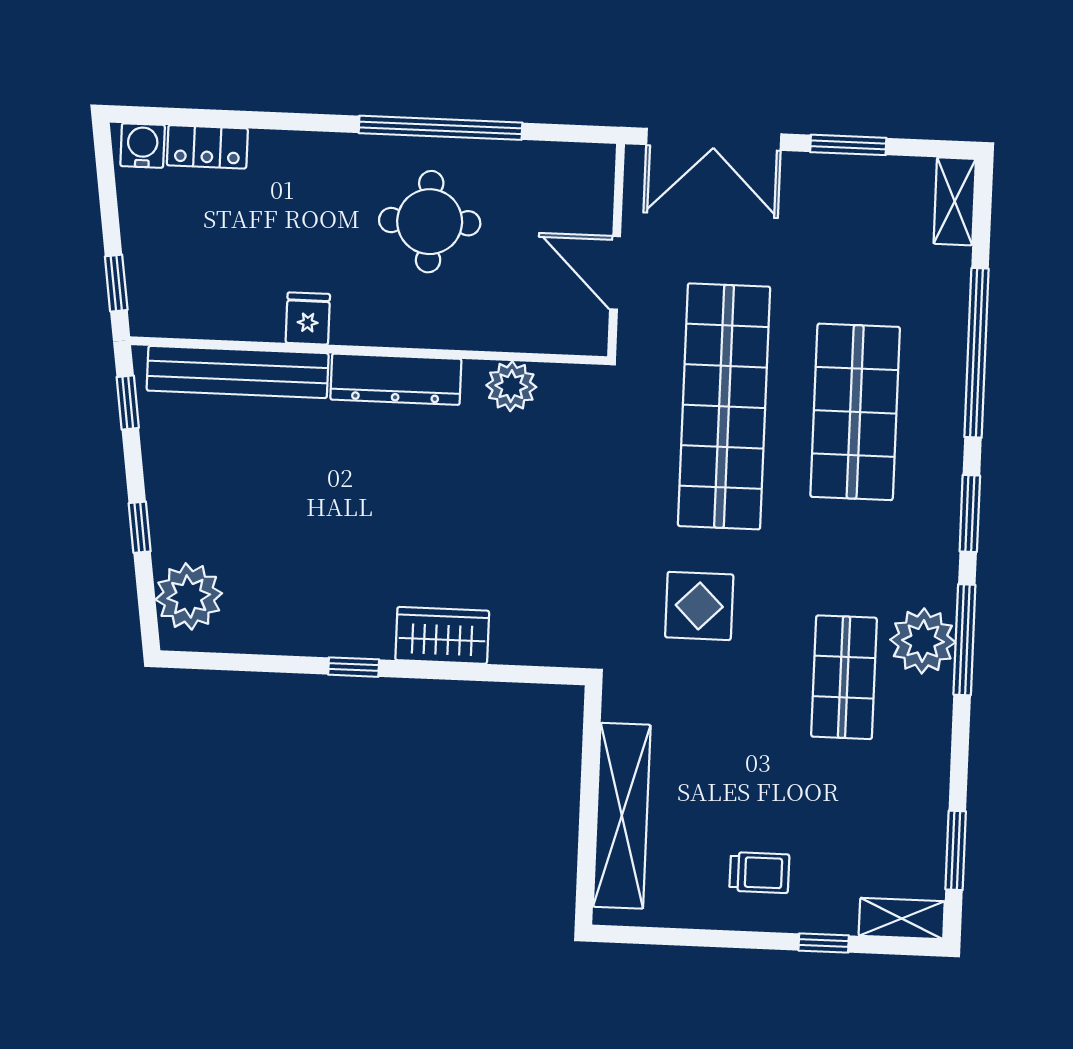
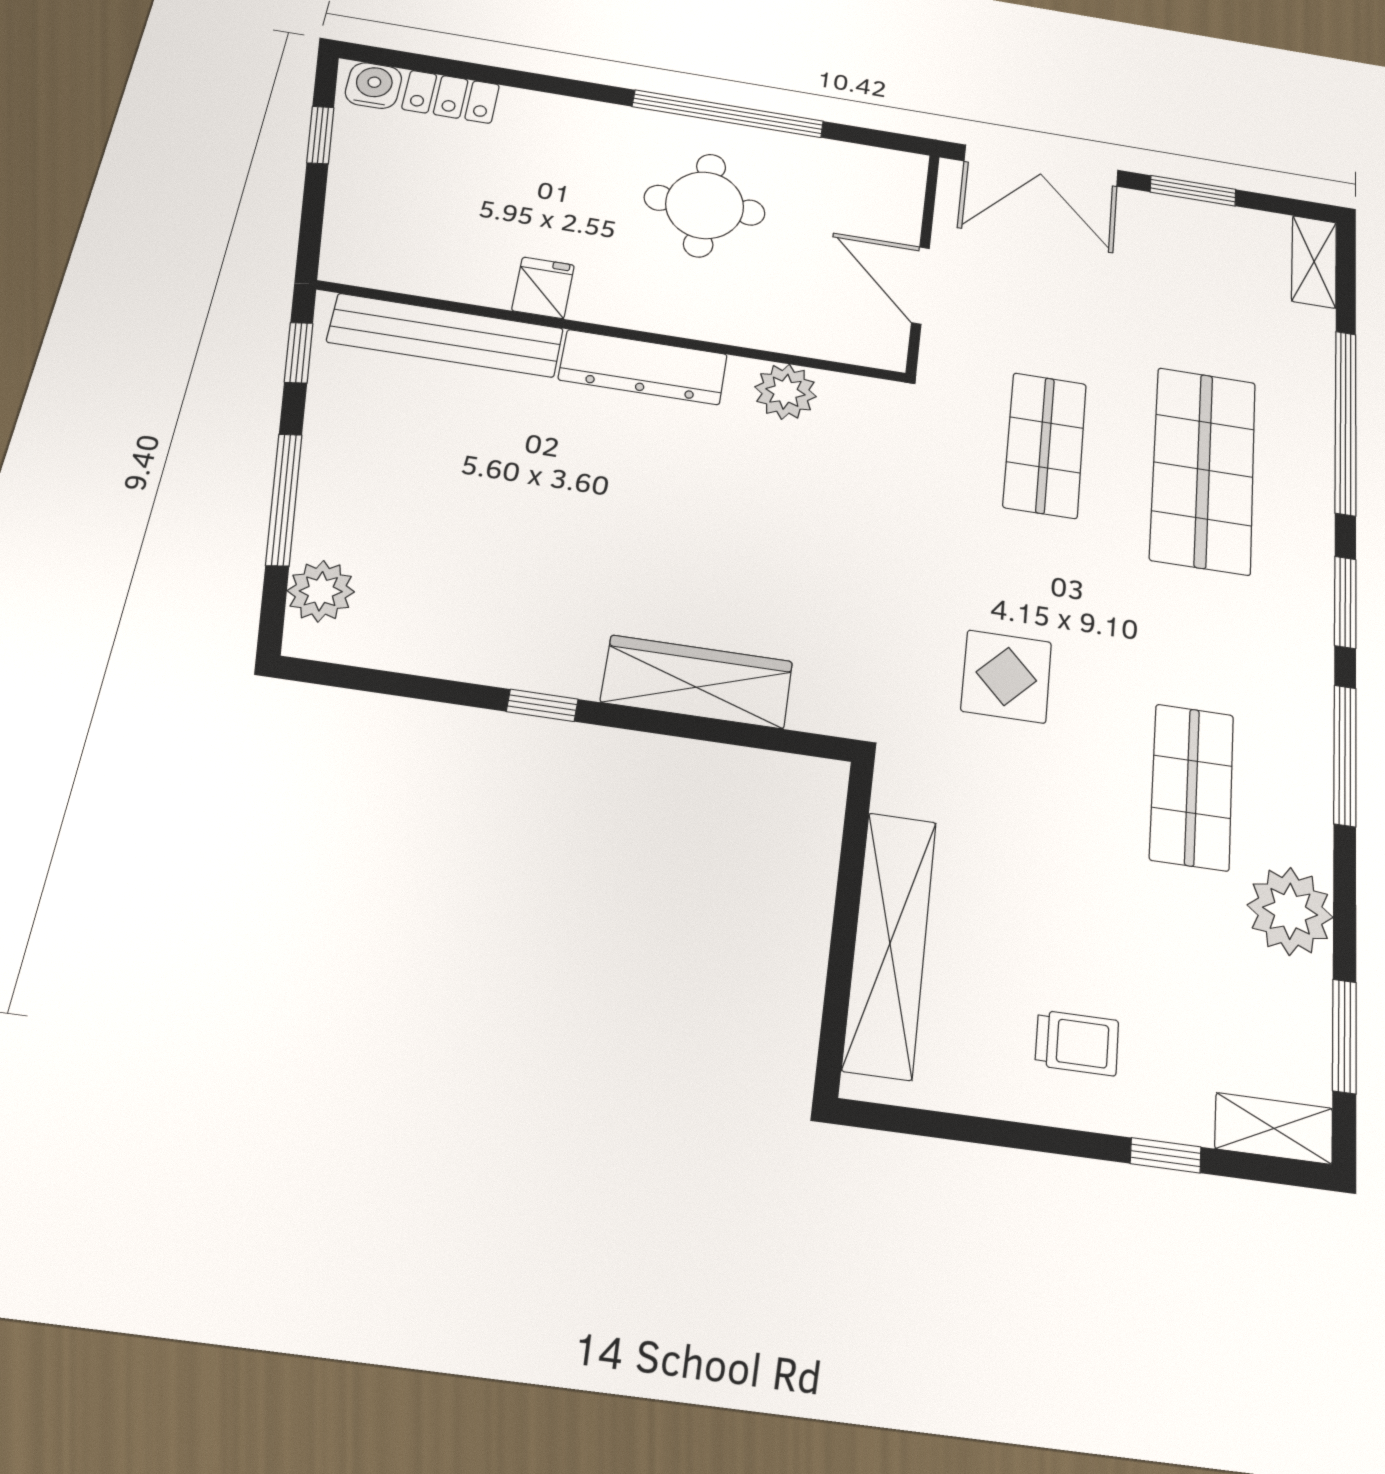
window: (116, 283) -> (320, 135), moved
shop shelf: (724, 406) -> (1045, 445), width x0.50, depth x0.74
window: (140, 527) -> (284, 499), width x2.17
plant: (189, 596) -> (321, 591), width x0.73, depth x0.73
wardrobe: (442, 635) -> (697, 682), width x1.50
plant: (923, 641) -> (1290, 911), moved

